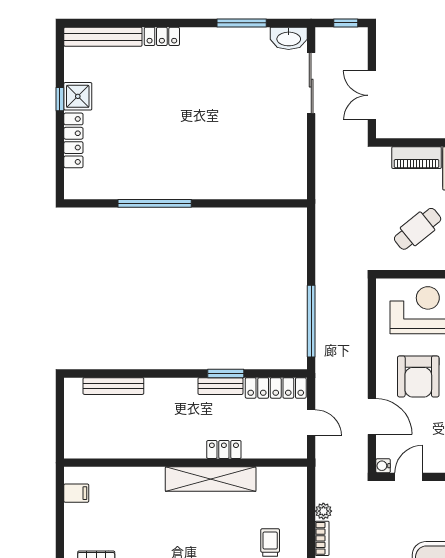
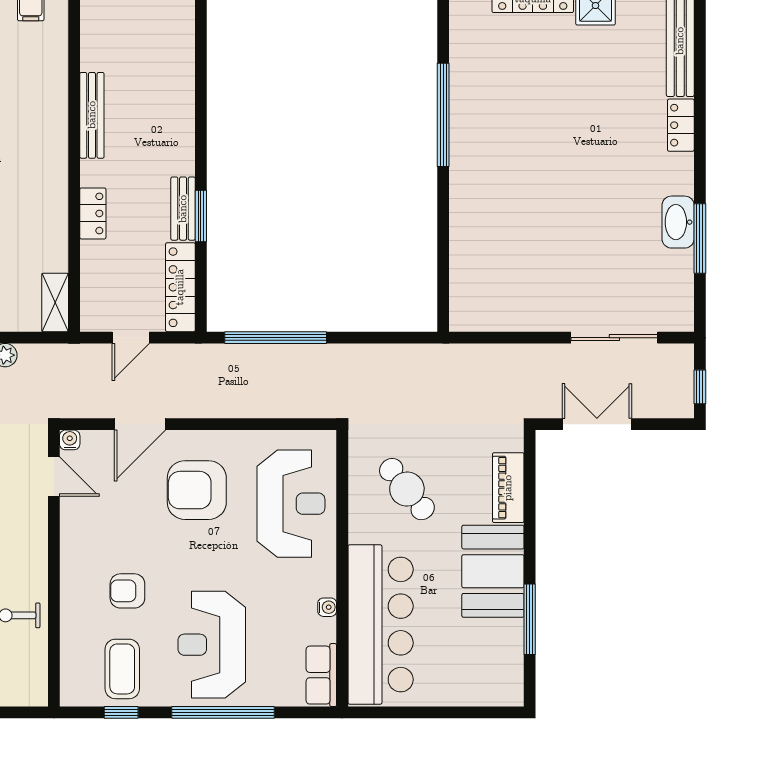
washbasin: (289, 38) -> (678, 222), moved
bench: (113, 386) -> (92, 115), moved
shelving: (211, 479) -> (55, 302), moved, width x0.45, depth x0.75

